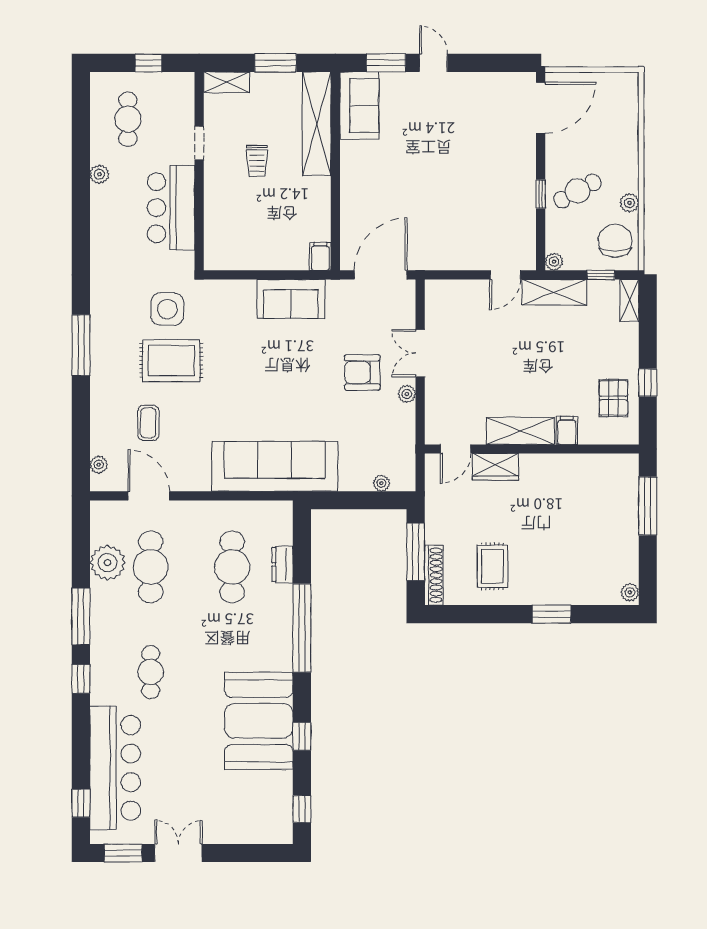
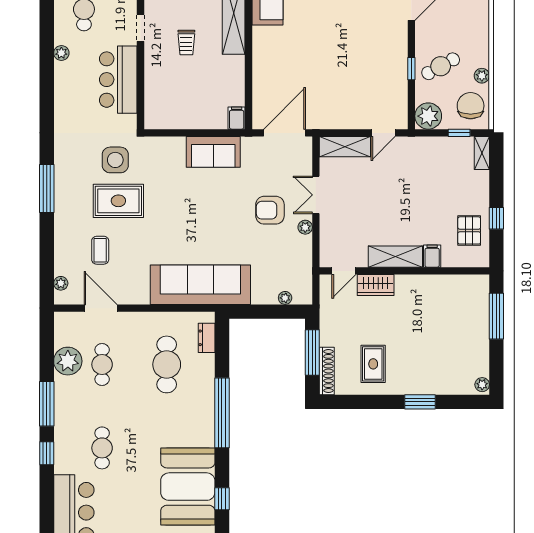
plant: (554, 262) -> (428, 116), width x1.88, depth x1.88
shelving: (554, 292) -> (345, 147), moved
dresser: (282, 564) -> (207, 338), moved
cafe table: (151, 567) -> (102, 364), width x0.73, depth x0.74

